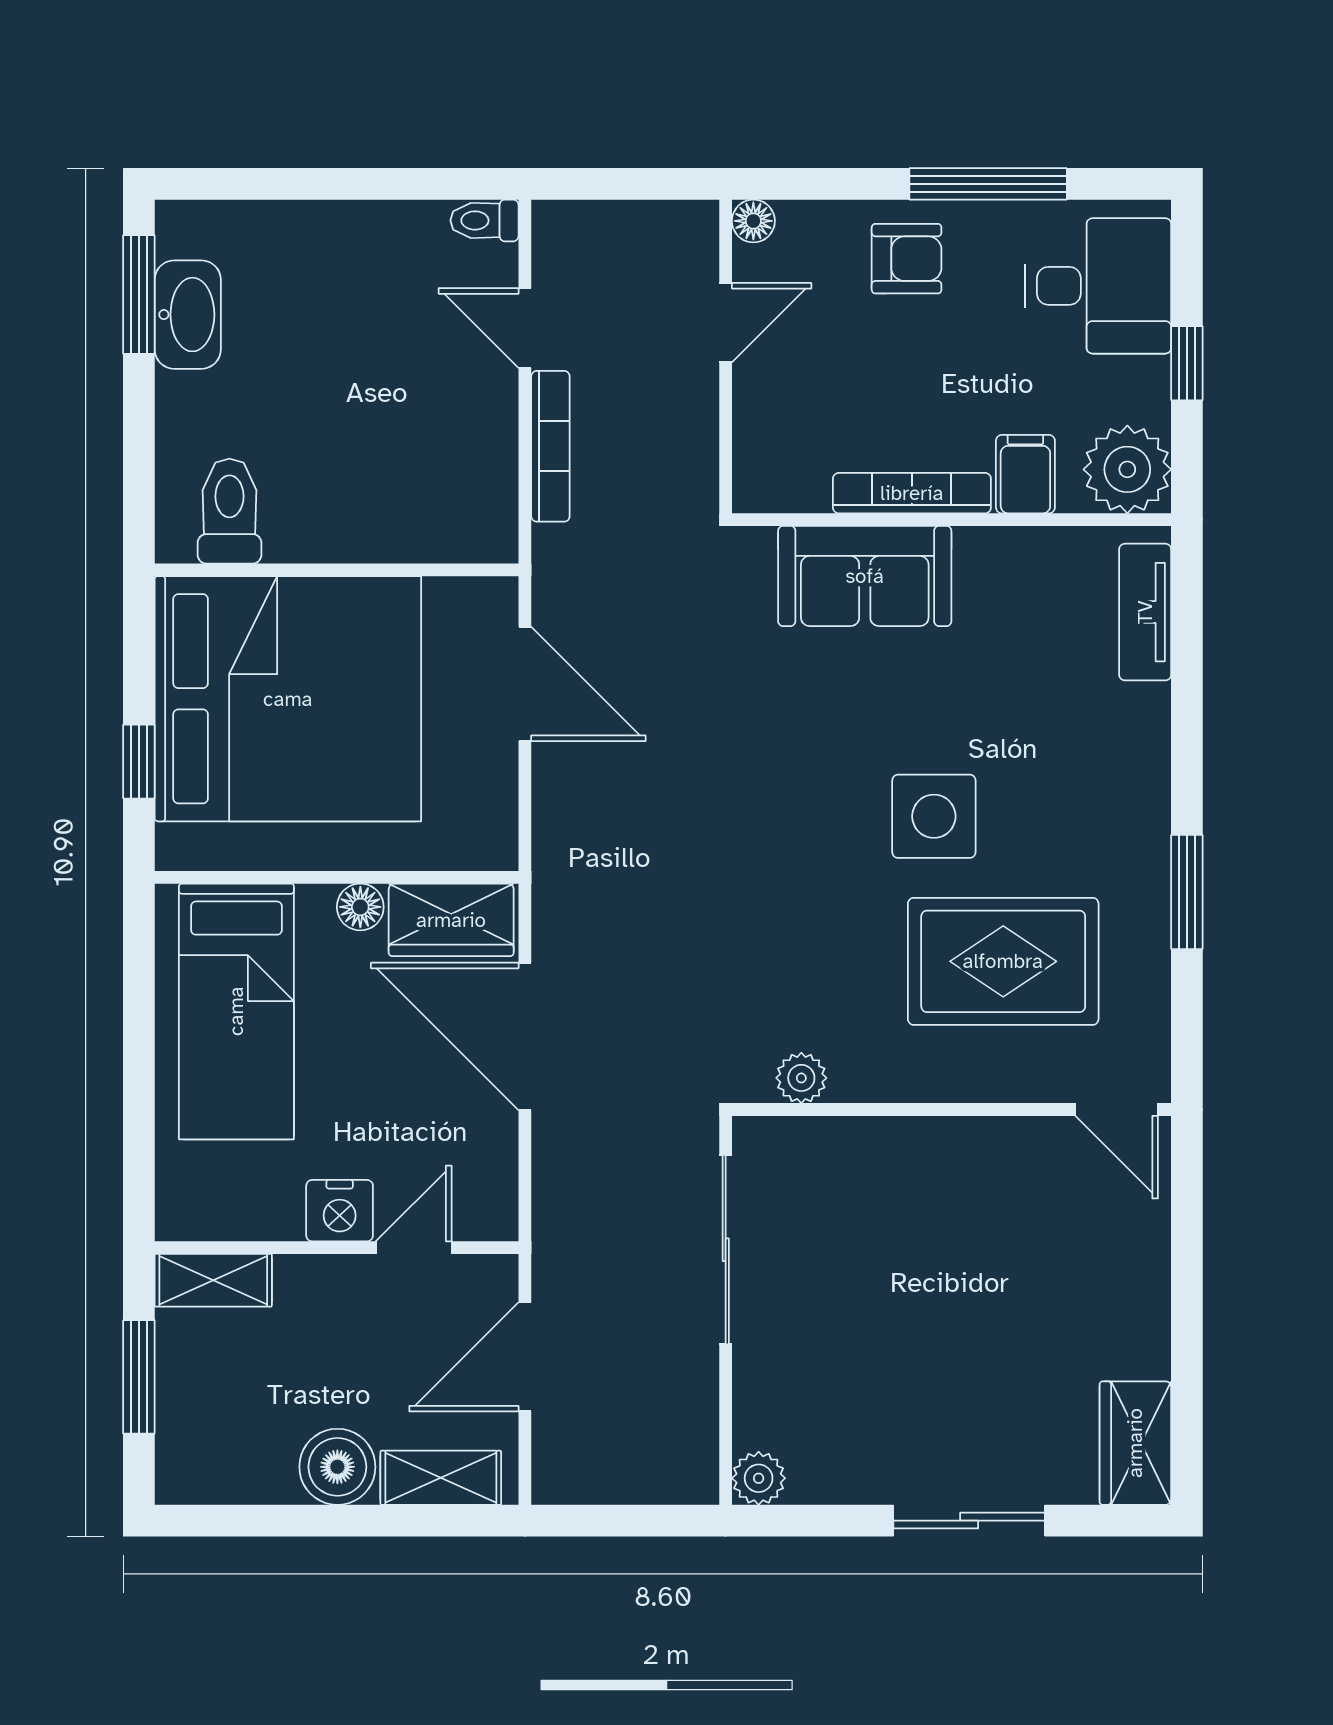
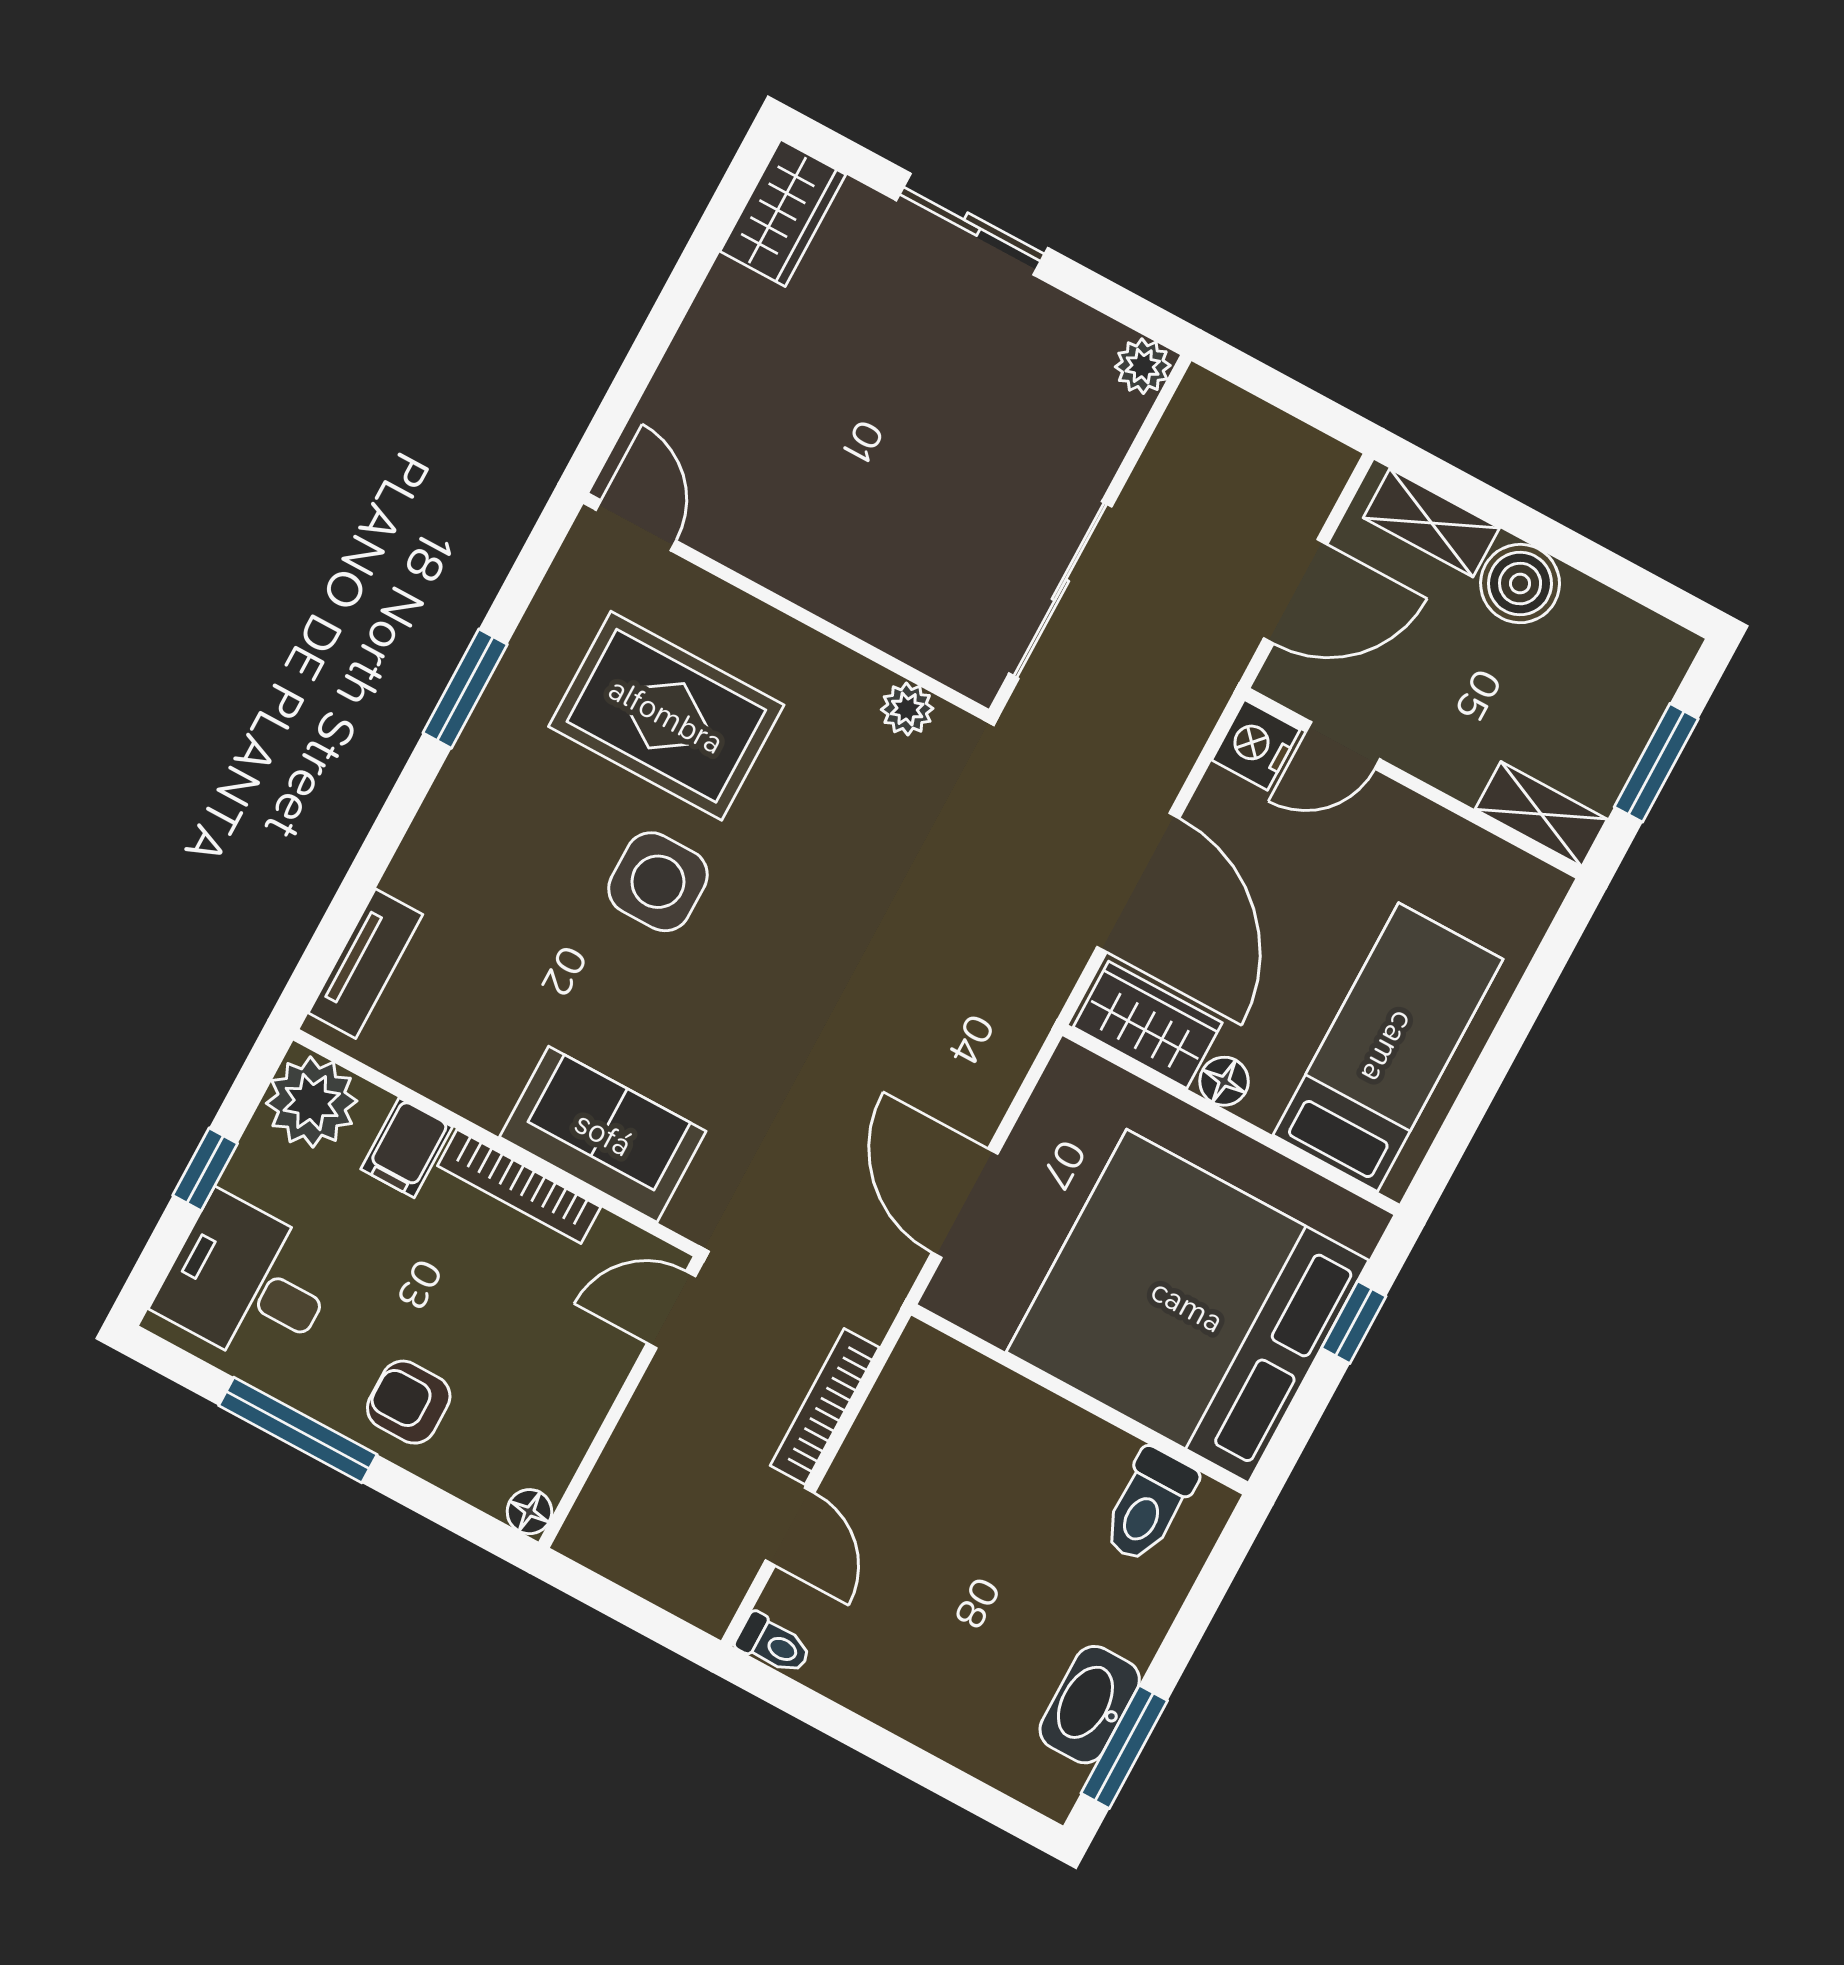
door: (726, 323) -> (671, 1310), moved
nightstand: (340, 1211) -> (1256, 745), moved, turned -90

